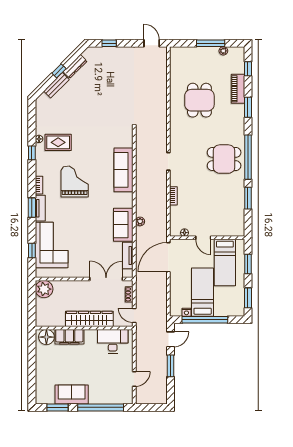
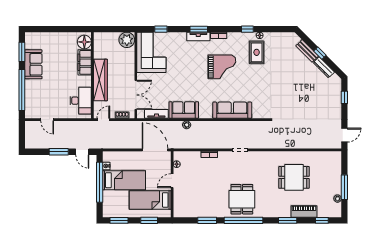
corner sofa: (52, 245) -> (151, 52), moved, turned -90

